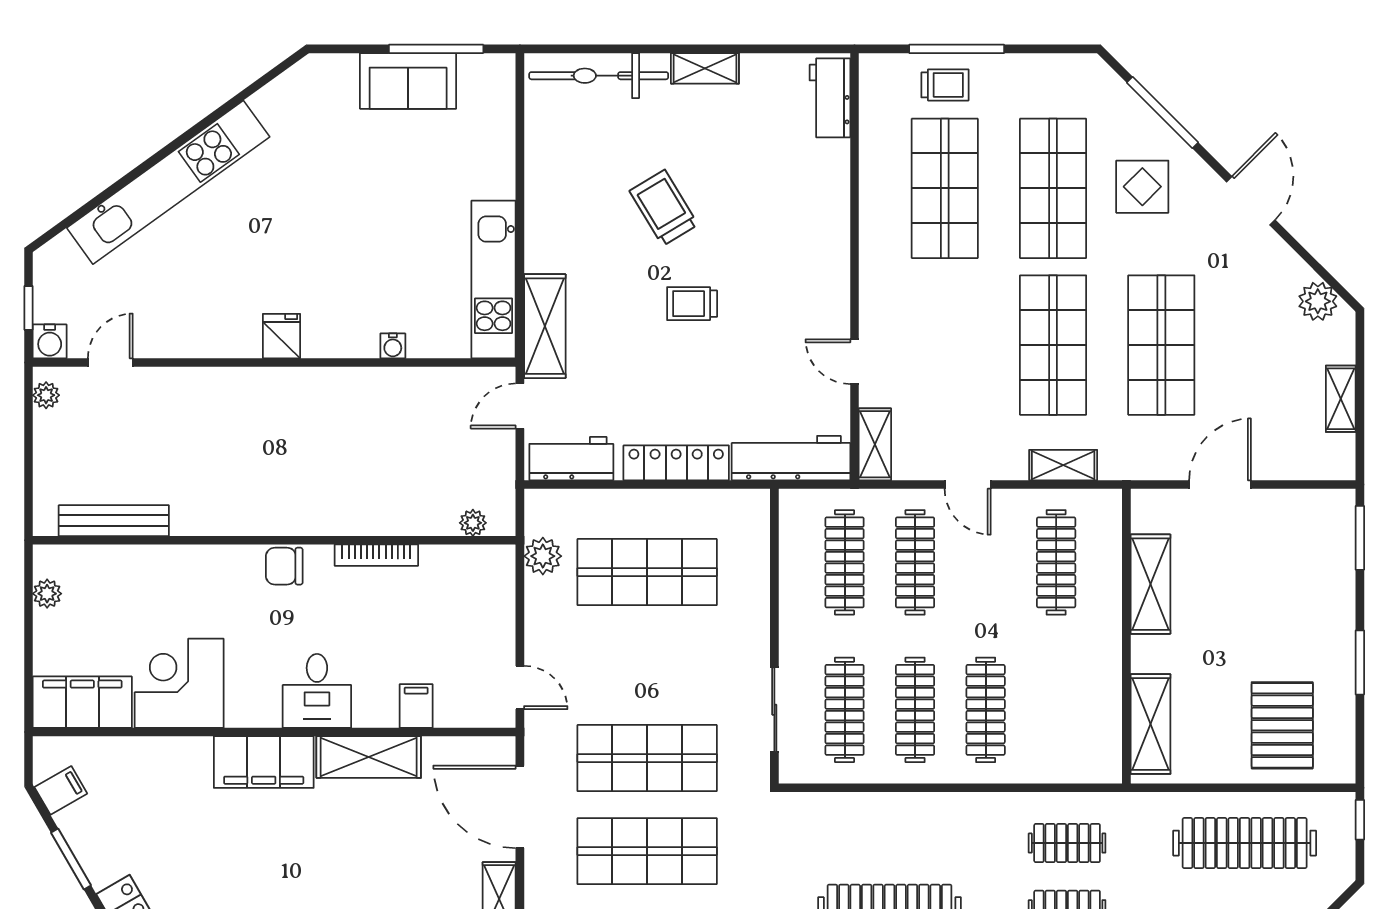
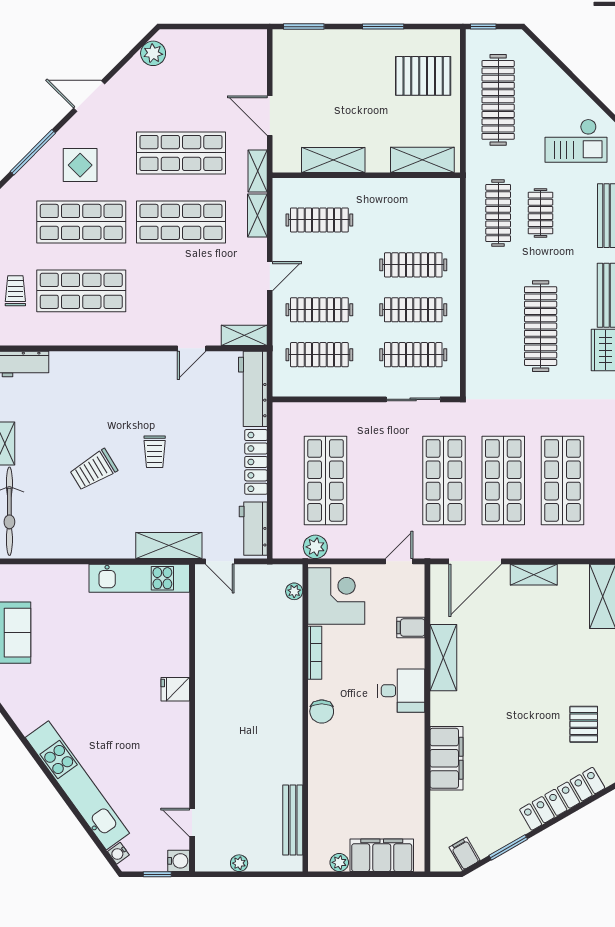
fridge: (281, 336) -> (175, 689), moved
water cooler: (393, 346) -> (118, 853), moved, turned 144
plant: (46, 395) -> (239, 863), moved
shelving: (1341, 399) -> (258, 171), moved, turned 90
corner desk: (179, 683) -> (336, 596), moved, turned 180
filing cabinet: (82, 702) -> (382, 855), moved, turned 90
filing cabinet: (264, 762) -> (446, 758), moved
clothes rail: (1067, 843) -> (498, 213), width x1.36

